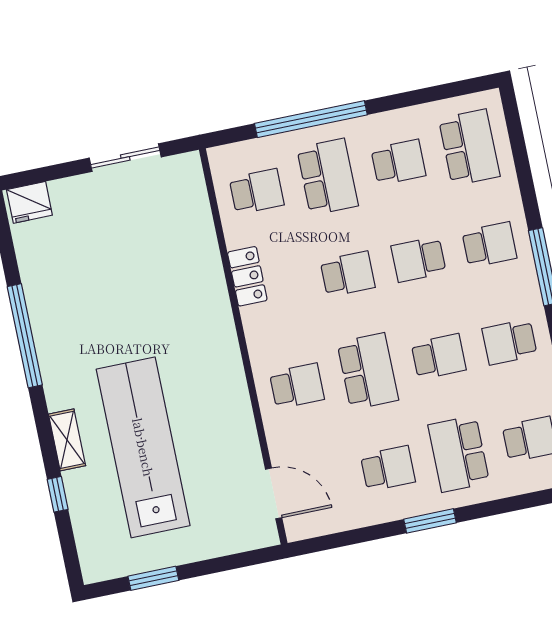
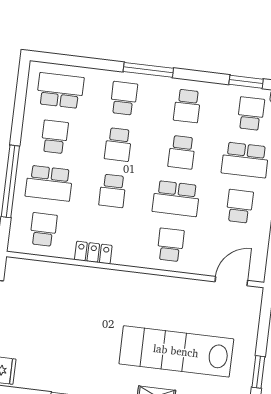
school desk: (327, 177) -> (49, 183), turned 180
school desk: (348, 274) -> (113, 191), turned 180
school desk: (439, 357) -> (182, 152), turned 180
school desk: (368, 371) -> (176, 199), turned 180

